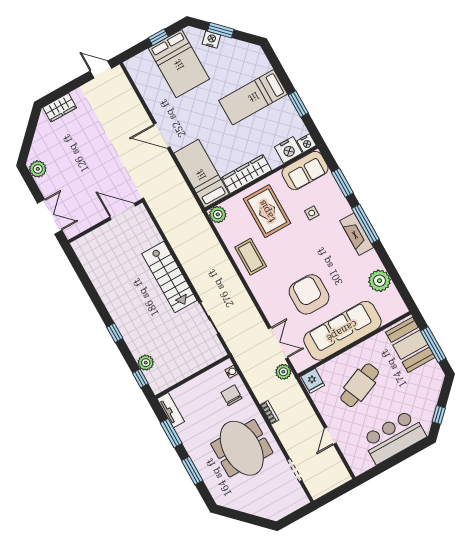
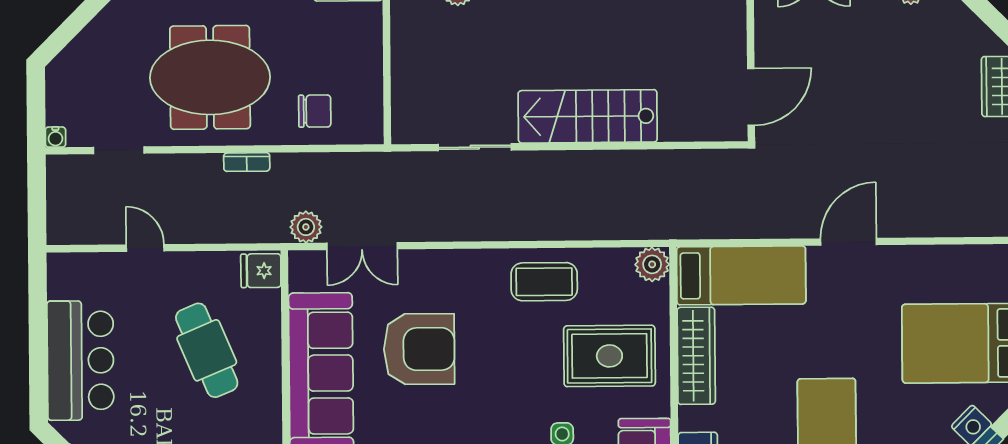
water cooler: (232, 372) -> (56, 137), moved

